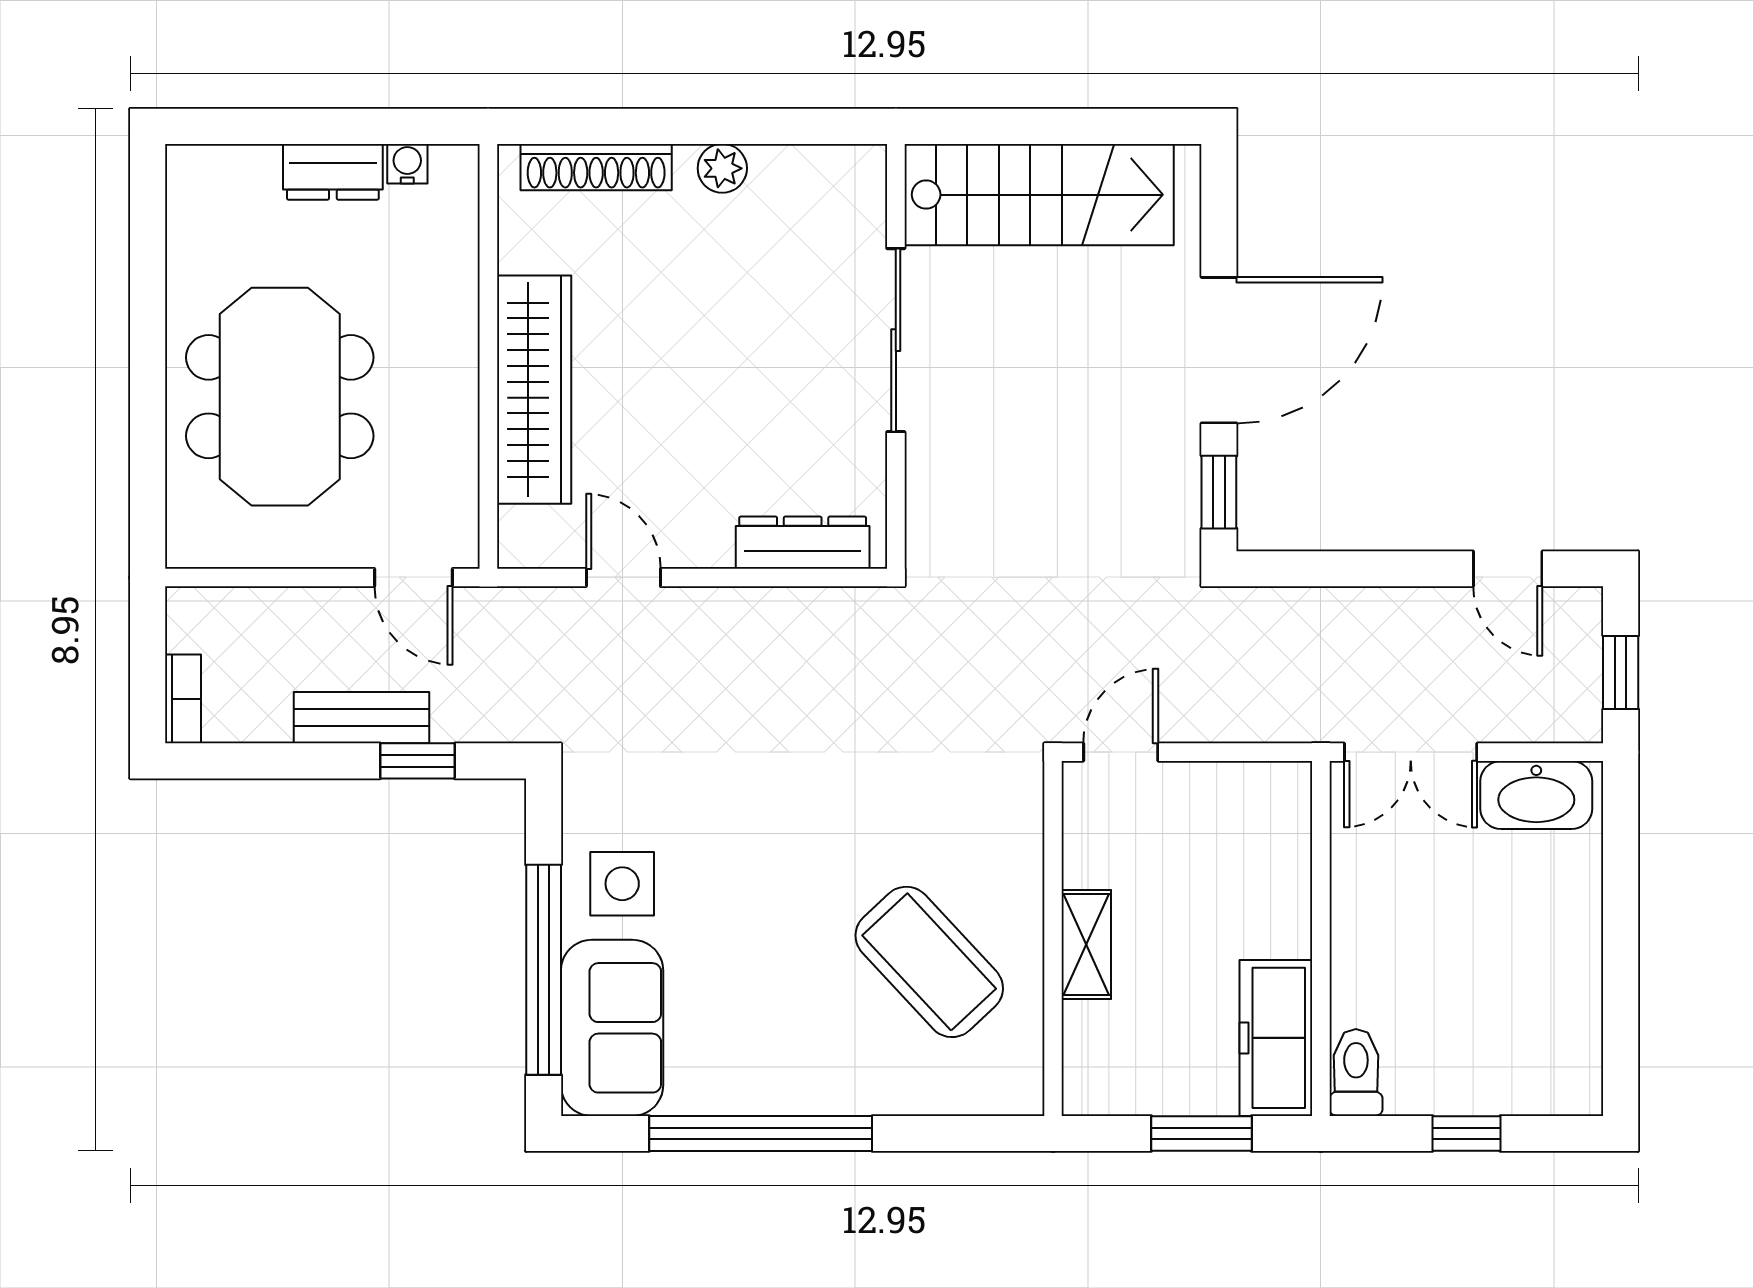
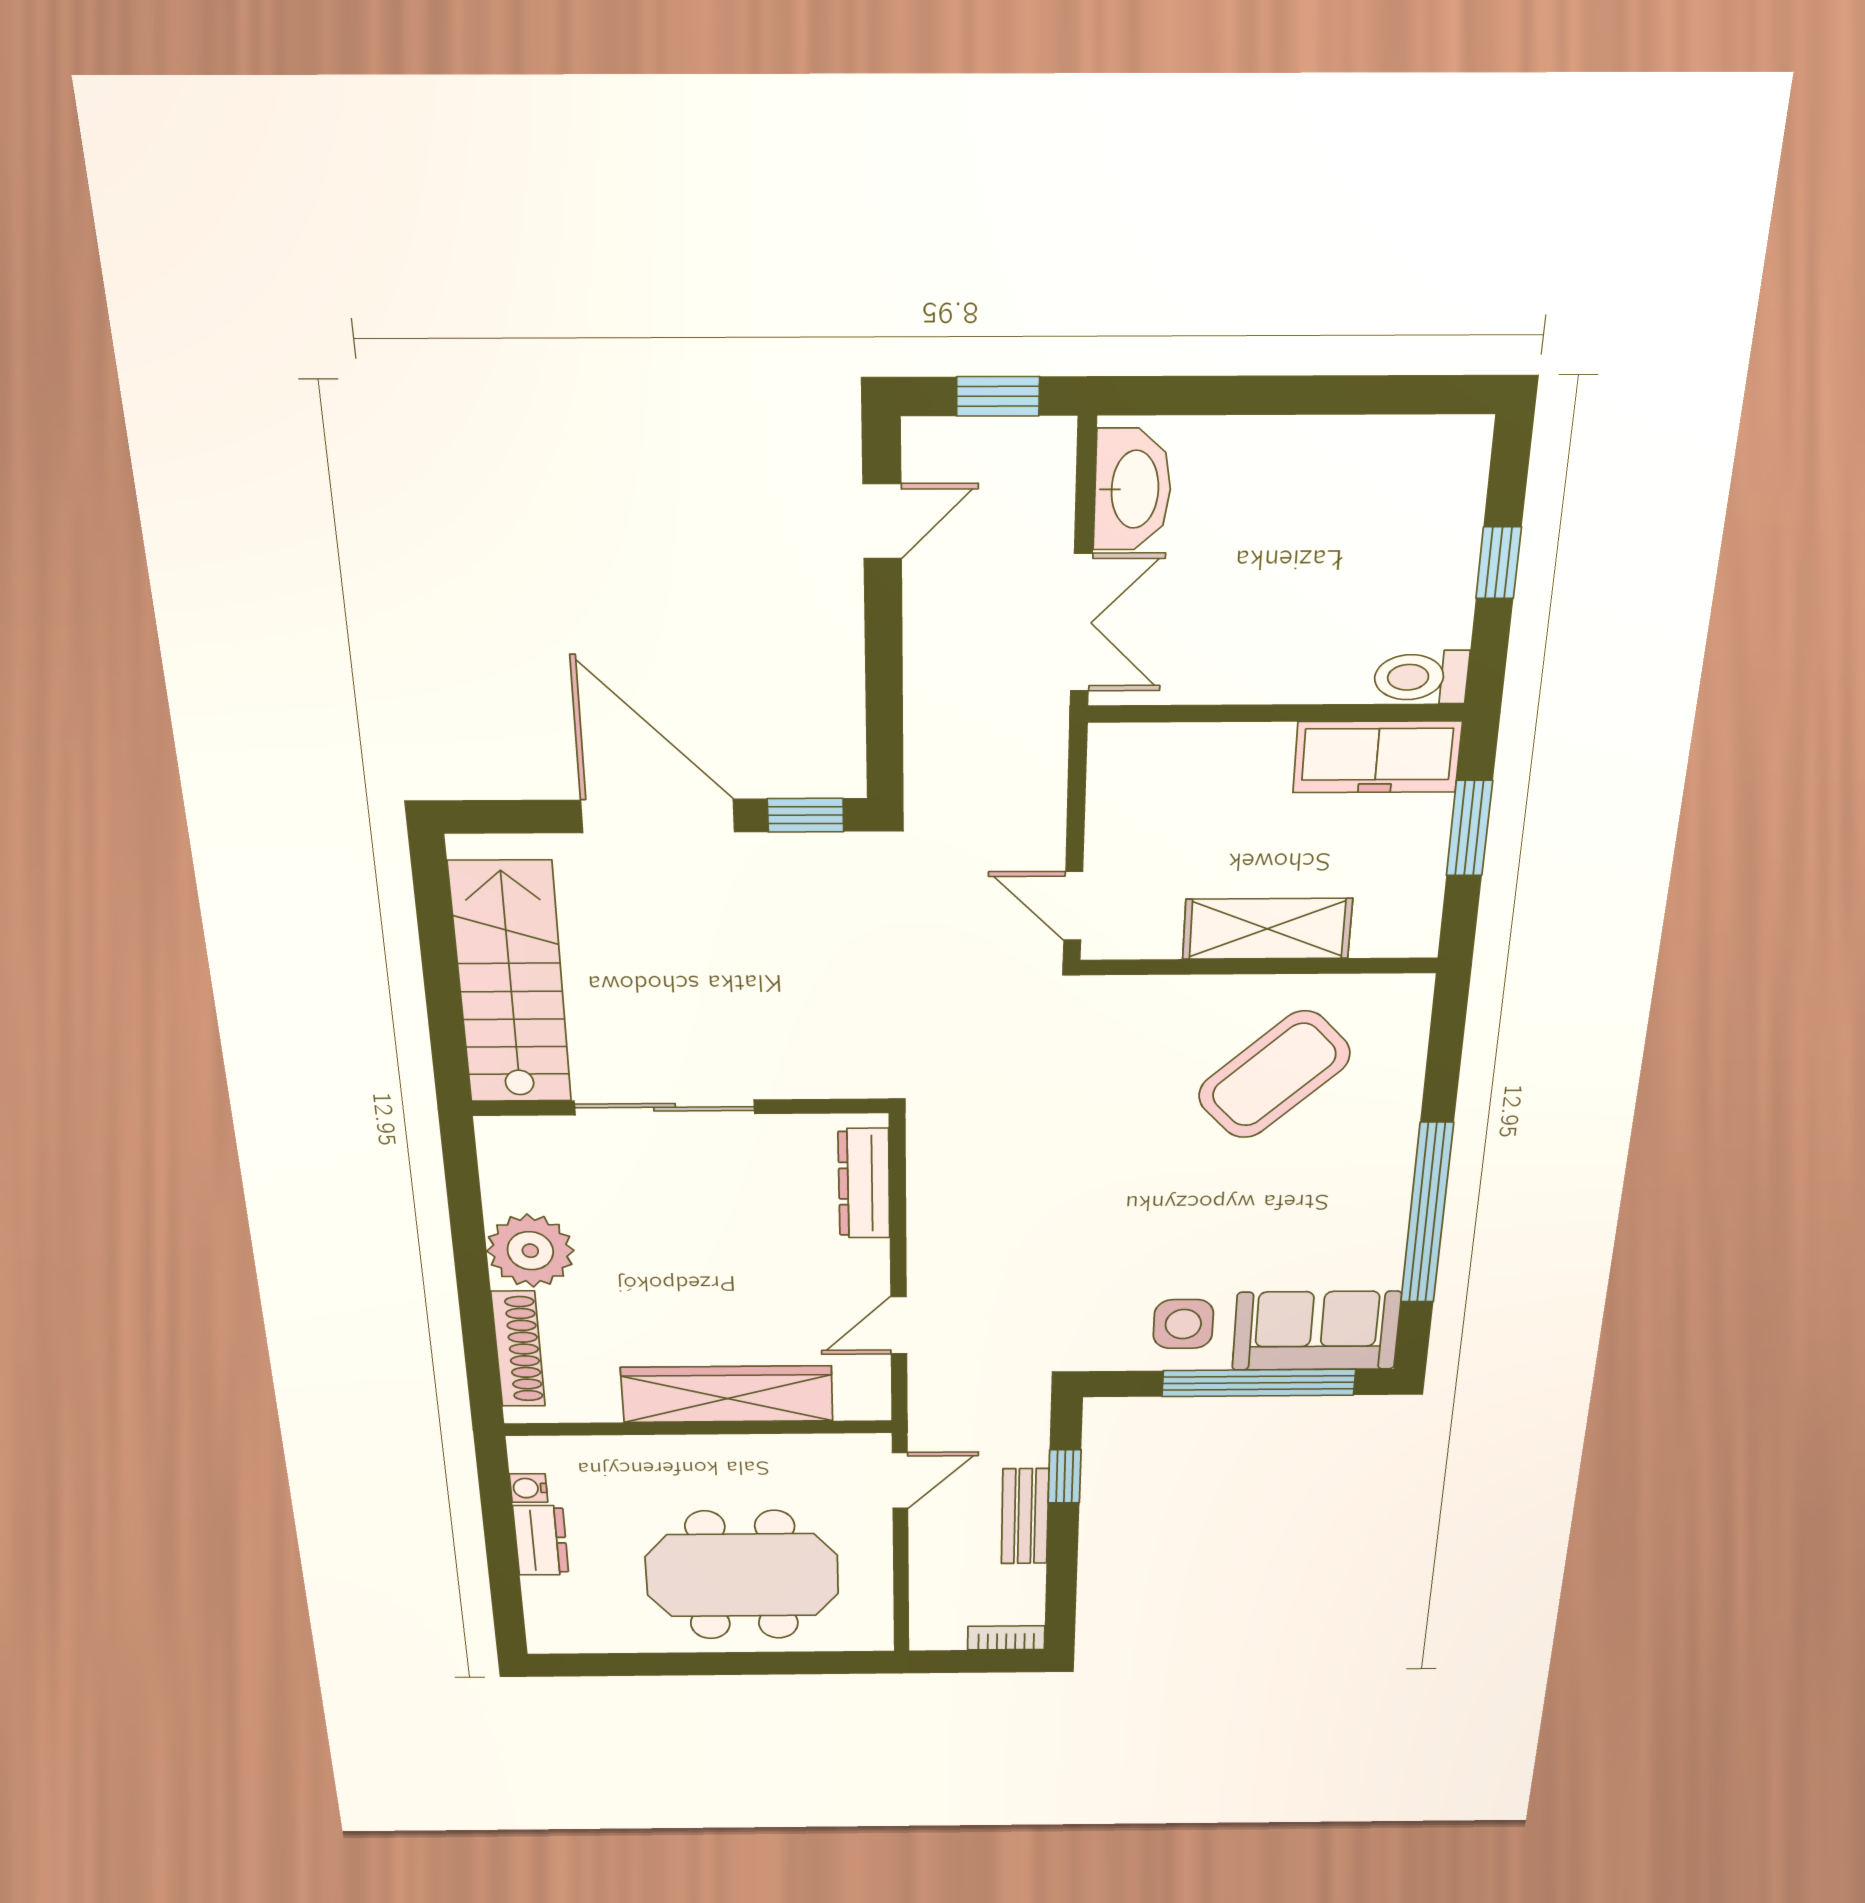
plant: (722, 168) -> (530, 1251), width x1.87, depth x1.87
shelving: (1086, 944) -> (1267, 929), width x1.50, depth x1.33

